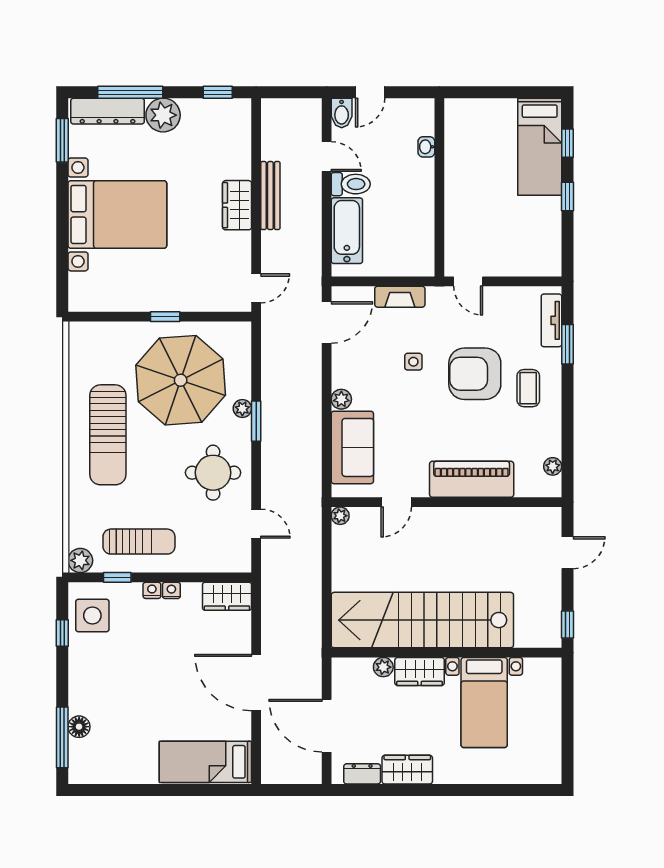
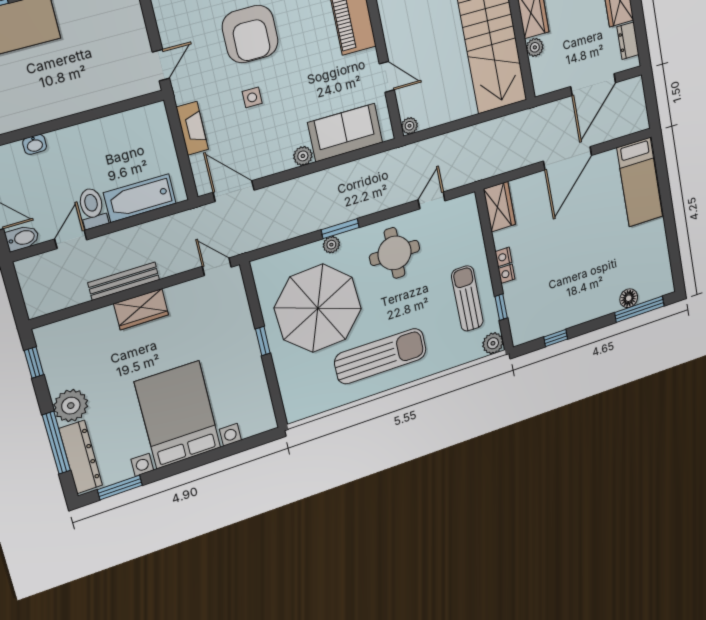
side table: (92, 616) -> (537, 318), removed

